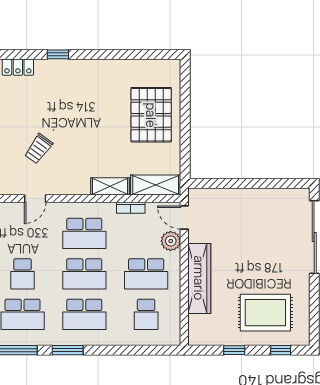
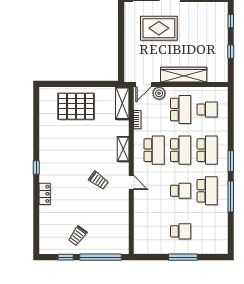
shelving: (110, 186) -> (123, 149), moved
rug: (265, 313) -> (159, 28), moved, turned 90

